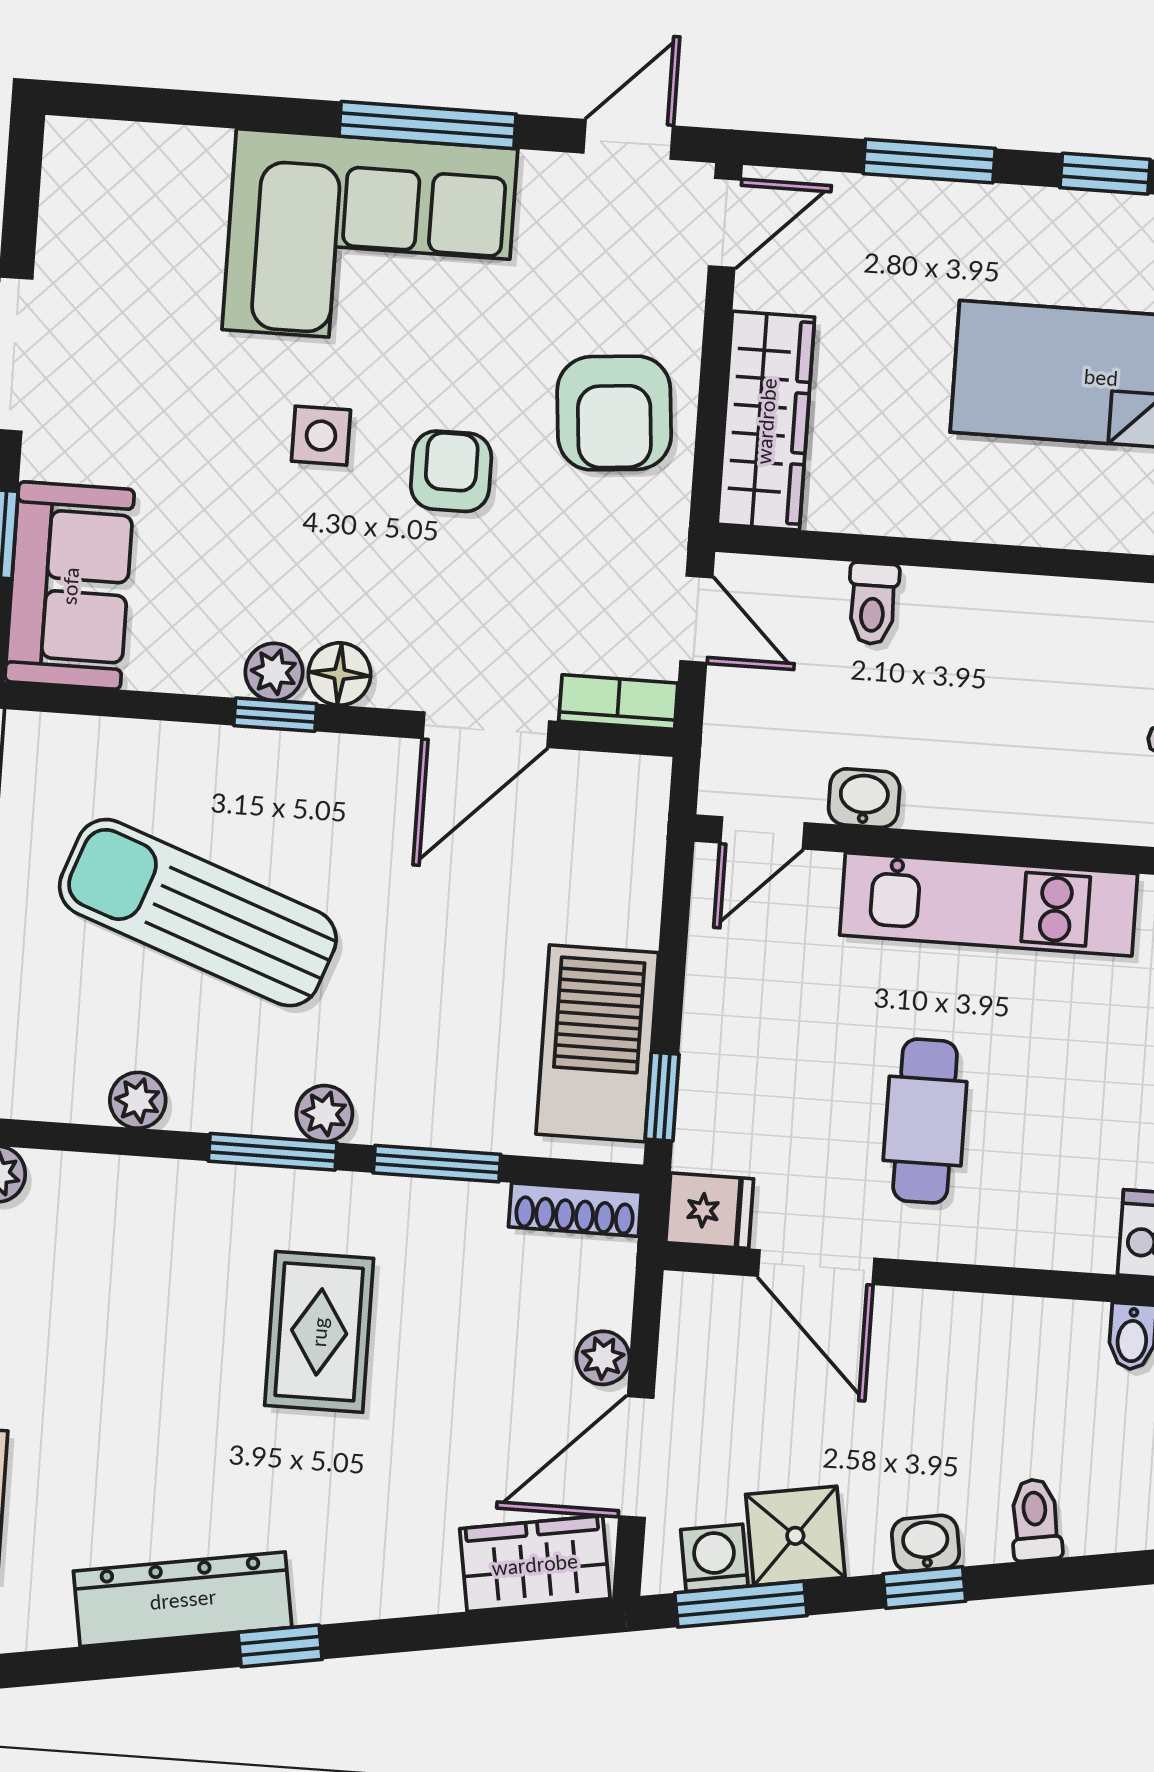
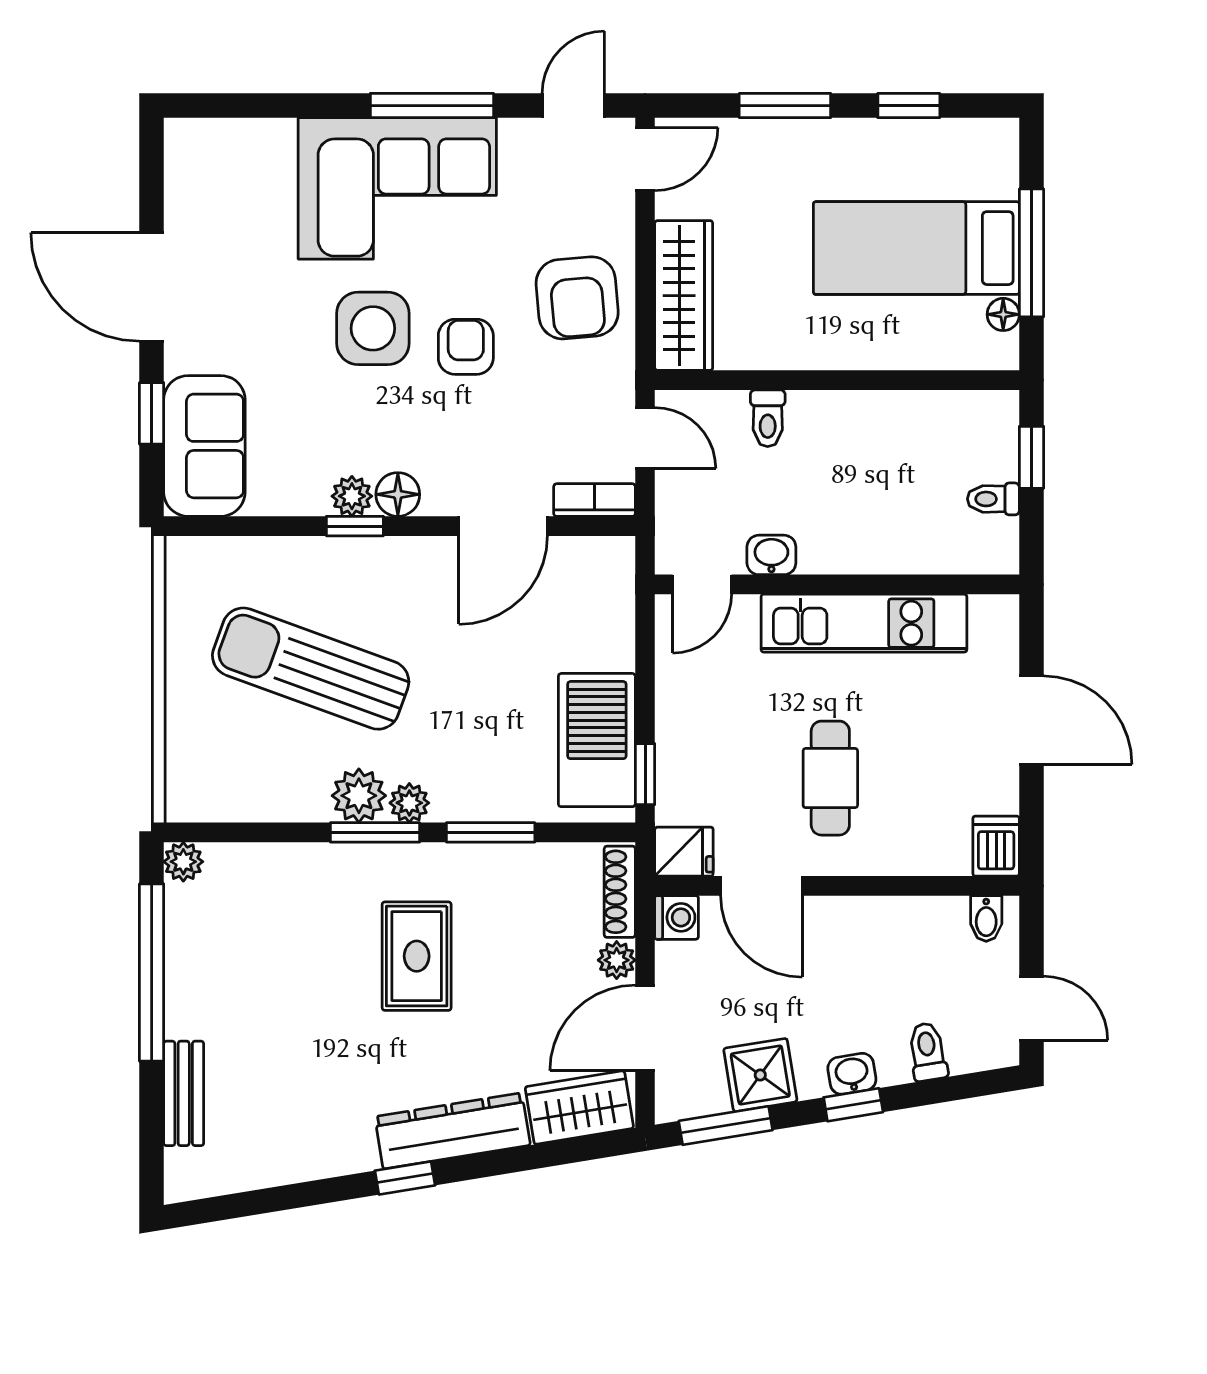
side table: (321, 436) -> (373, 328), width x1.87, depth x1.87
plant: (138, 1100) -> (359, 796), moved, width x1.38, depth x1.38
shoe rack: (575, 1210) -> (620, 892), moved, turned 90
washing machine: (714, 1558) -> (677, 917), moved, turned 99
dresser: (183, 1599) -> (453, 1131), moved

